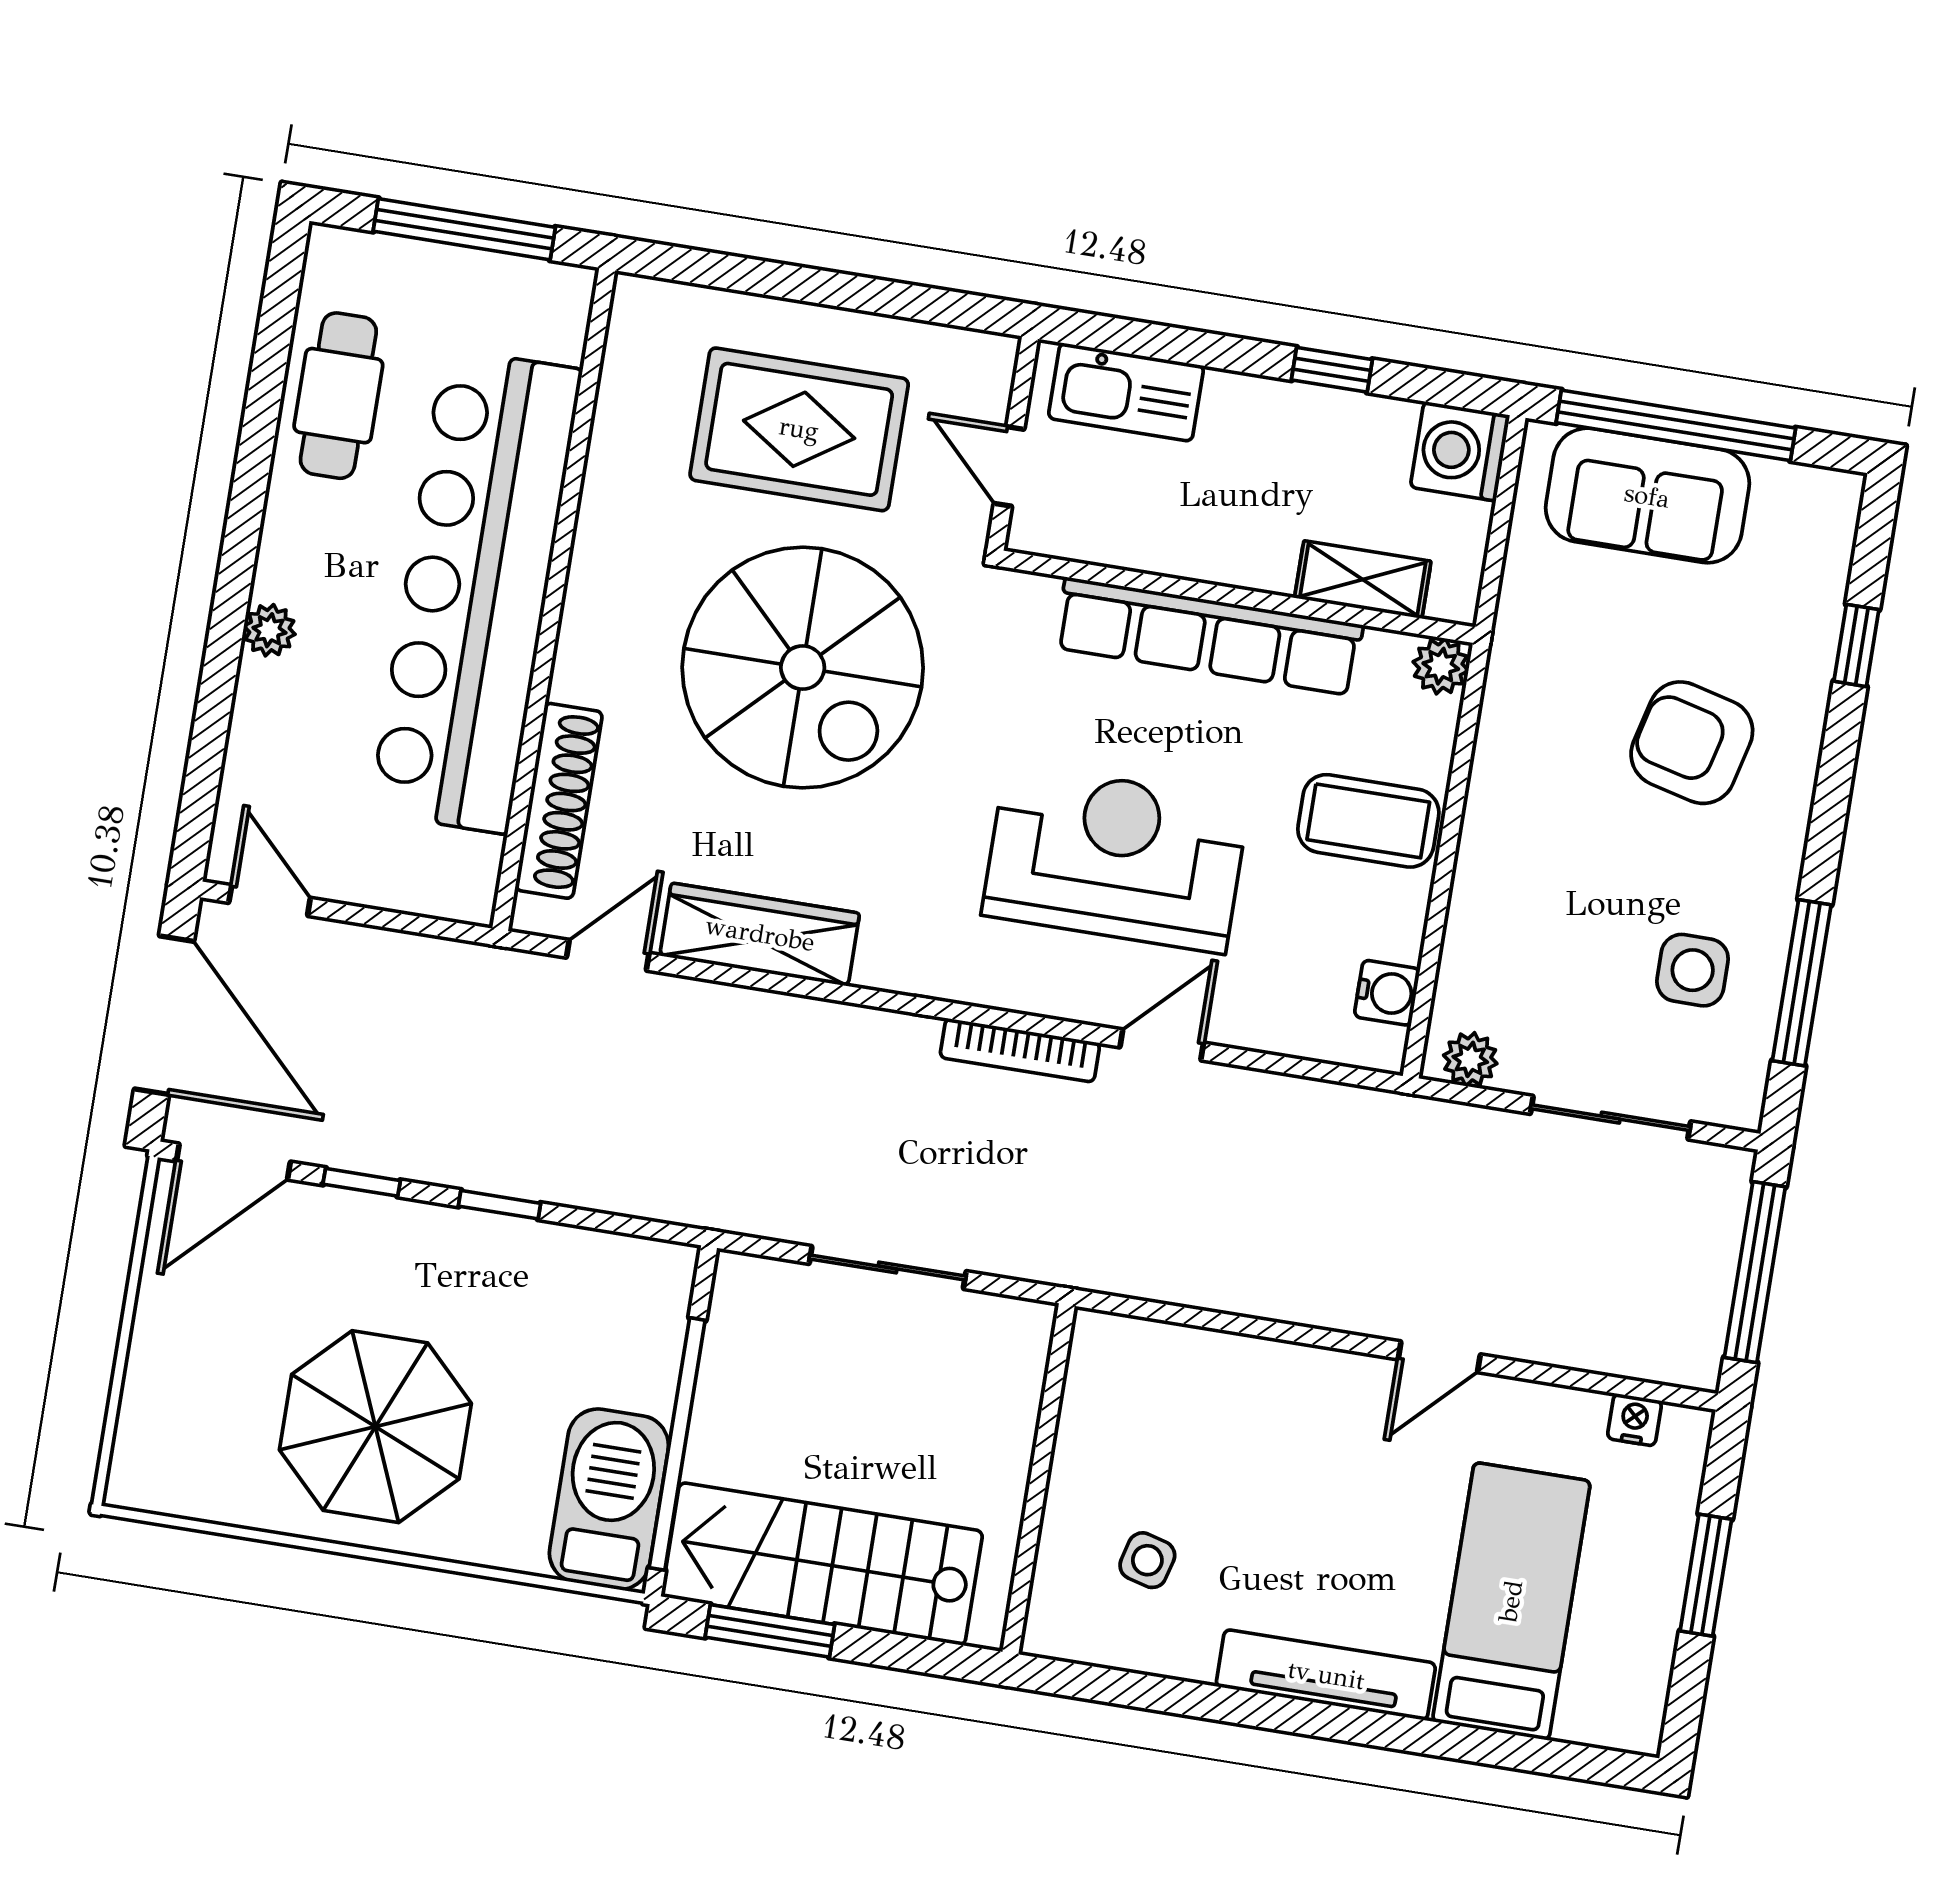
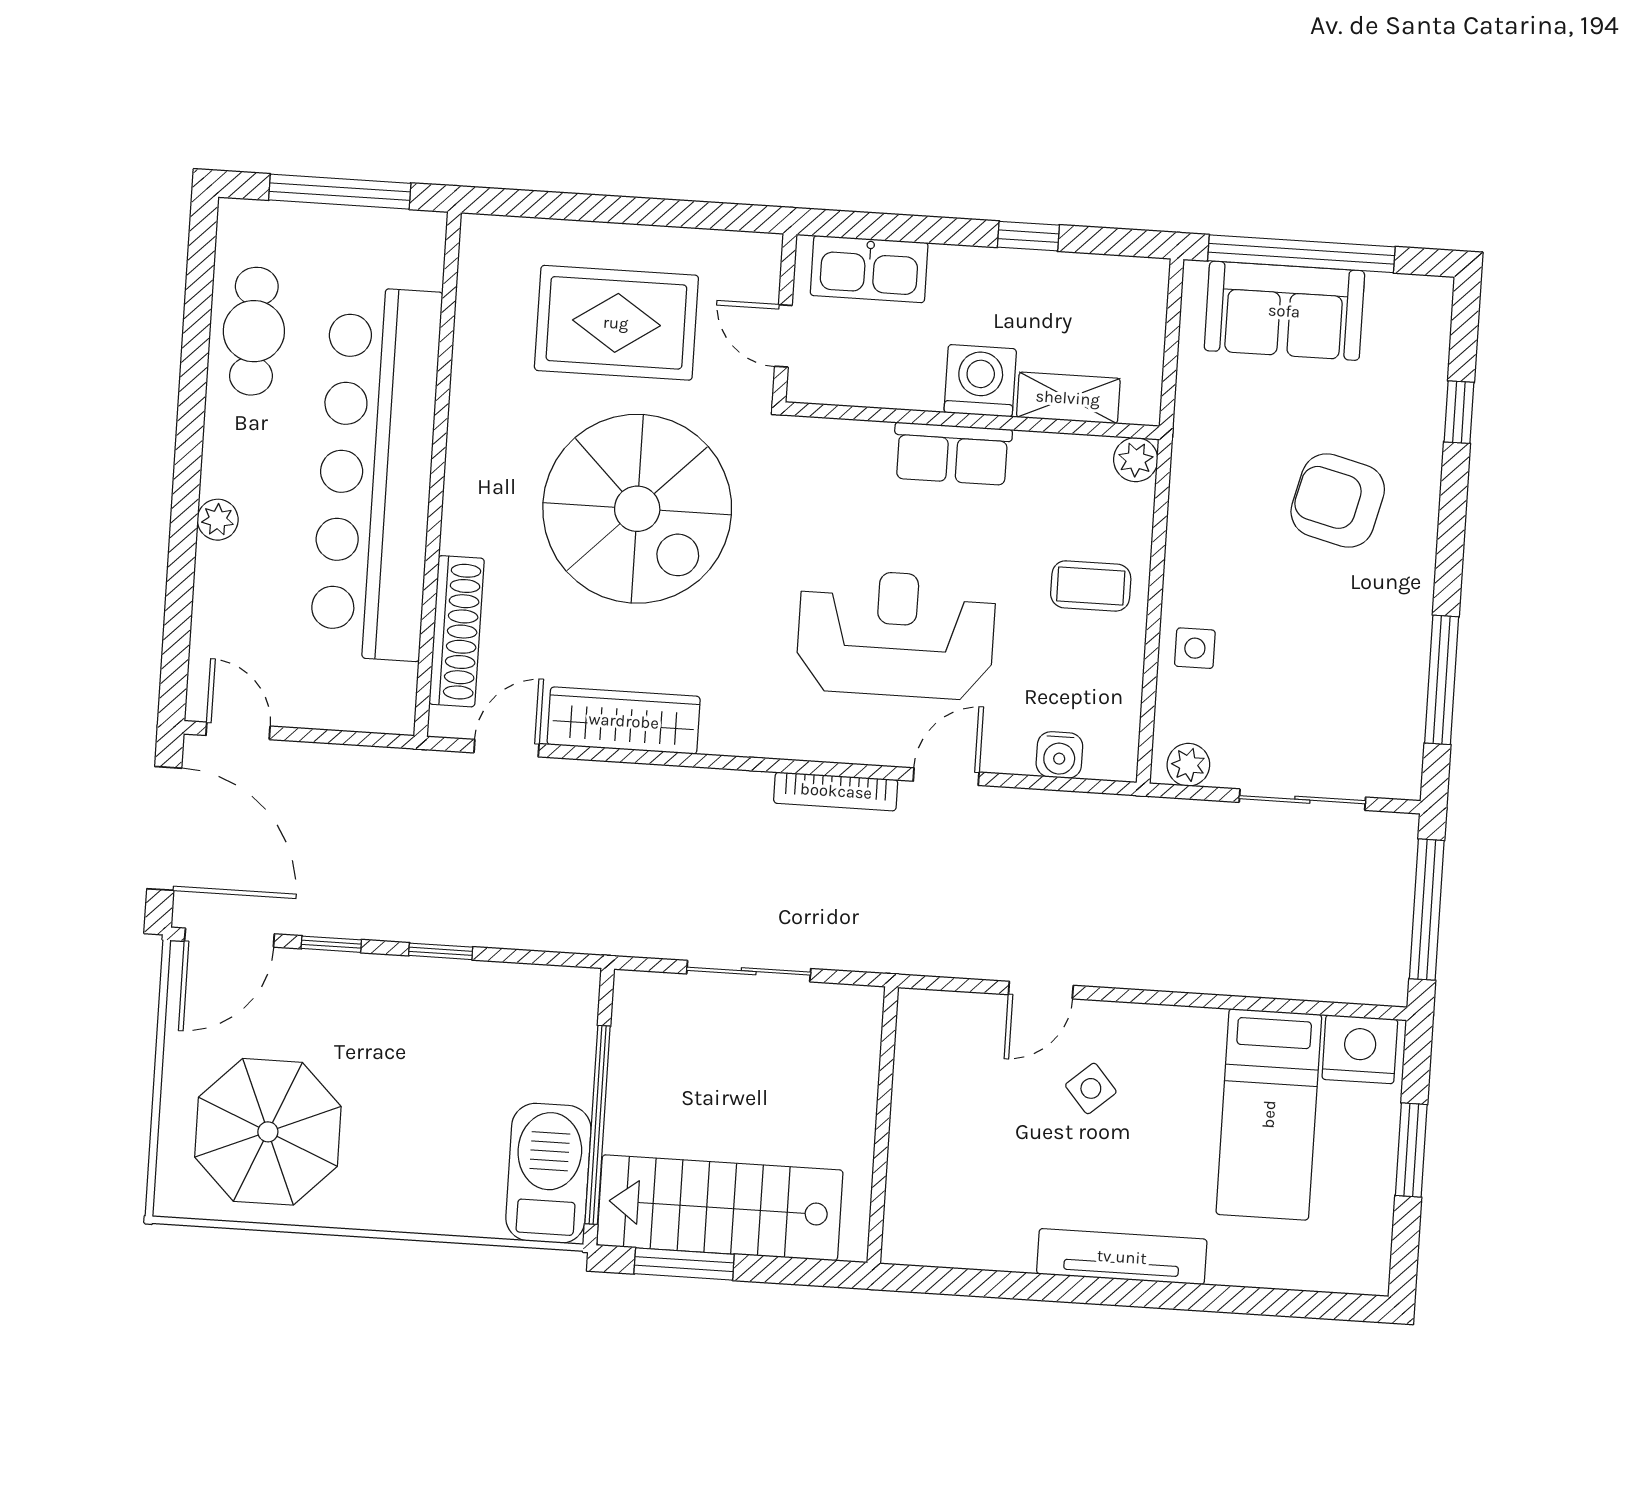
washing machine: (1460, 451) -> (980, 381), moved, turned 90
row of seats: (1209, 636) -> (952, 454), width x0.50
coffee table: (1368, 821) -> (1091, 586), width x0.73, depth x0.77
side table: (1693, 970) -> (1195, 648), moved, width x0.73, depth x0.73
water cooler: (1387, 993) -> (1059, 755), moved, turned 90
door: (1439, 1357) -> (1041, 990), moved
nightstand: (1634, 1420) -> (1360, 1049), width x1.89, depth x1.79
parasol: (375, 1427) -> (268, 1132), moved
side table: (1147, 1560) -> (1091, 1088), moved, turned 34
bed: (1511, 1601) -> (1269, 1114), moved, turned 180

